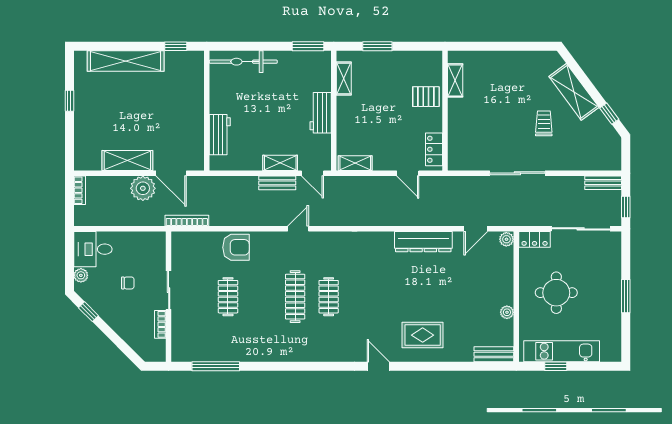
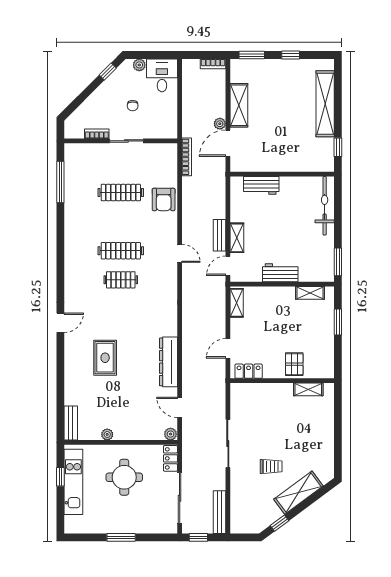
window: (69, 146) -> (252, 55), added
bench: (603, 183) -> (220, 512), width x1.36
plant: (143, 188) -> (220, 124), width x0.53, depth x0.53
clothes rail: (228, 297) -> (121, 193), width x1.36
rug: (423, 335) -> (105, 358), moved

